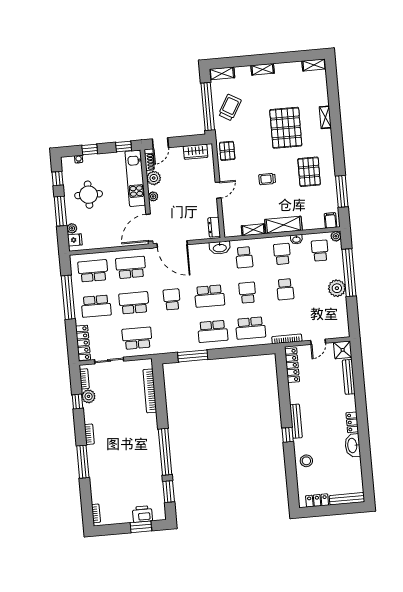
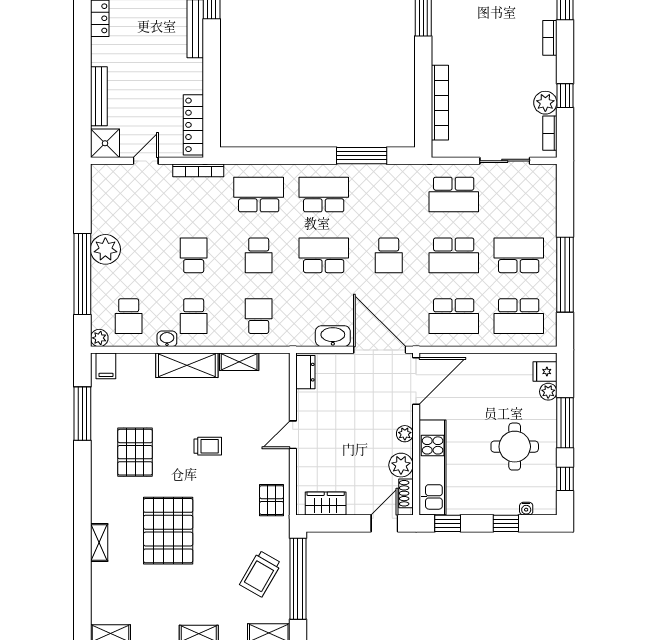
washbasin: (220, 248) -> (333, 336), moved
locker: (83, 343) -> (547, 195), removed

